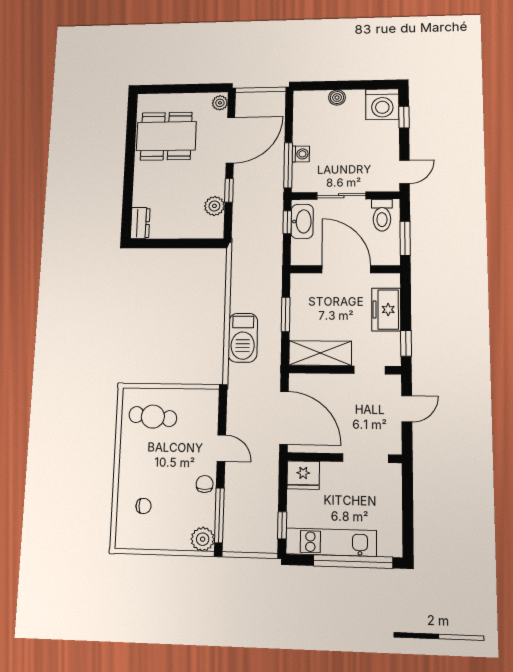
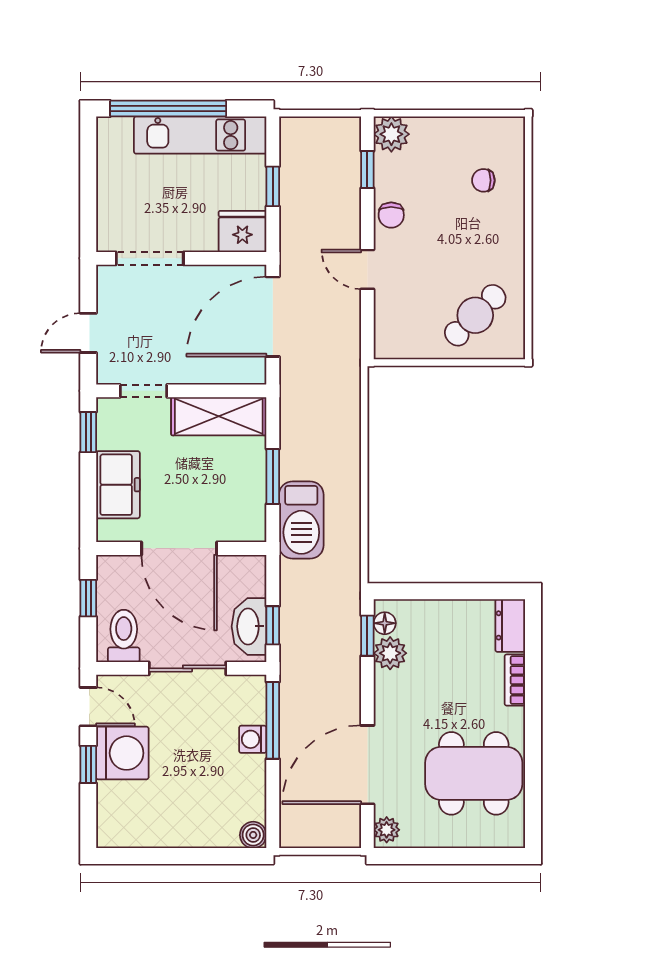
boiler: (337, 98) -> (253, 835), moved
washing machine: (382, 104) -> (122, 753), moved, turned 90
window: (404, 117) -> (88, 764), moved
door: (404, 172) -> (88, 707), swing flipped
window: (229, 190) -> (367, 636), moved
bookcase: (139, 191) -> (515, 680), added
floor lamp: (217, 224) -> (385, 623), added
window: (405, 238) -> (88, 598), width x0.67
barbecue: (243, 338) -> (301, 520), moved, turned 180
cafe table: (153, 417) -> (475, 315), turned -51
door: (284, 418) -> (273, 317), hinge flipped
window: (219, 515) -> (367, 170), width x0.46
window: (282, 525) -> (273, 186), moved

